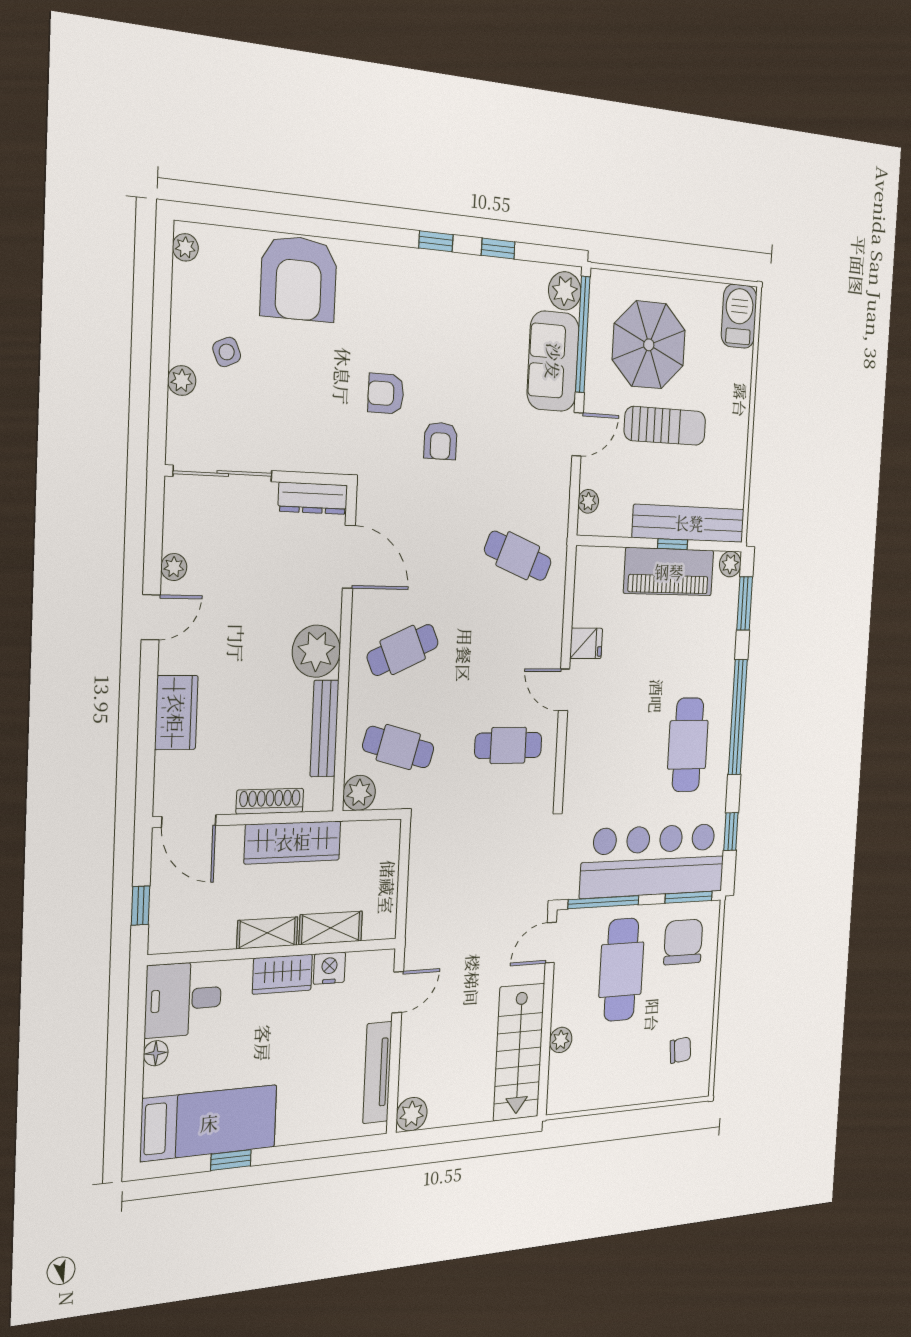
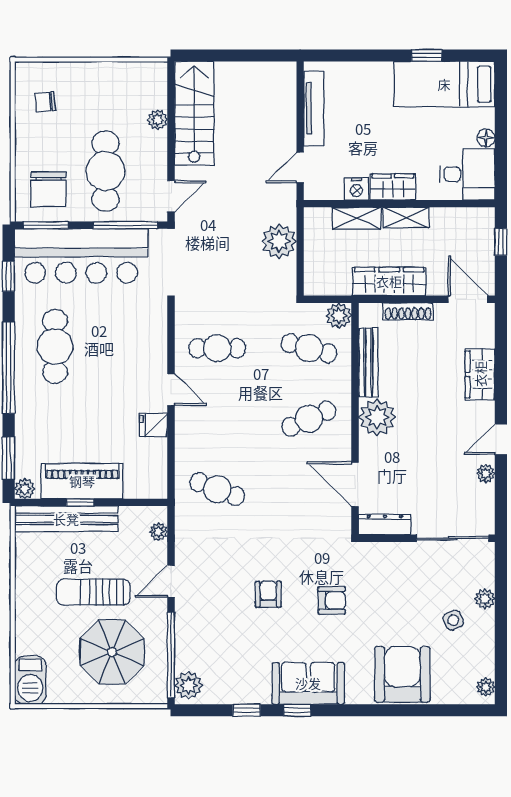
sofa: (553, 361) -> (308, 683), moved, turned -90
armchair: (440, 441) -> (268, 594), moved
plant: (412, 1114) -> (279, 241), moved, width x1.36, depth x1.36

